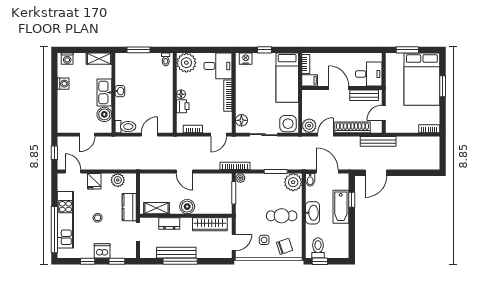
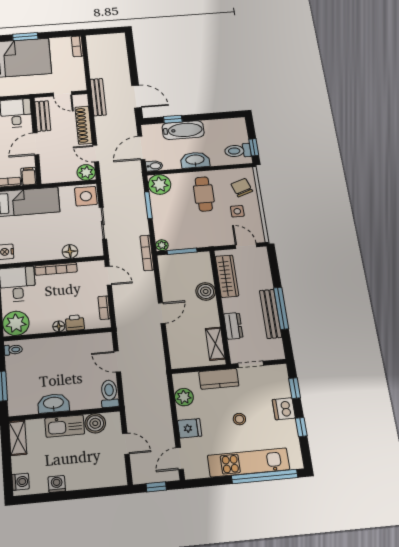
washbasin: (120, 91) -> (53, 403), width x1.91, depth x1.45
floor lamp: (241, 120) -> (70, 251), moved
boiler: (187, 207) -> (206, 291), moved

